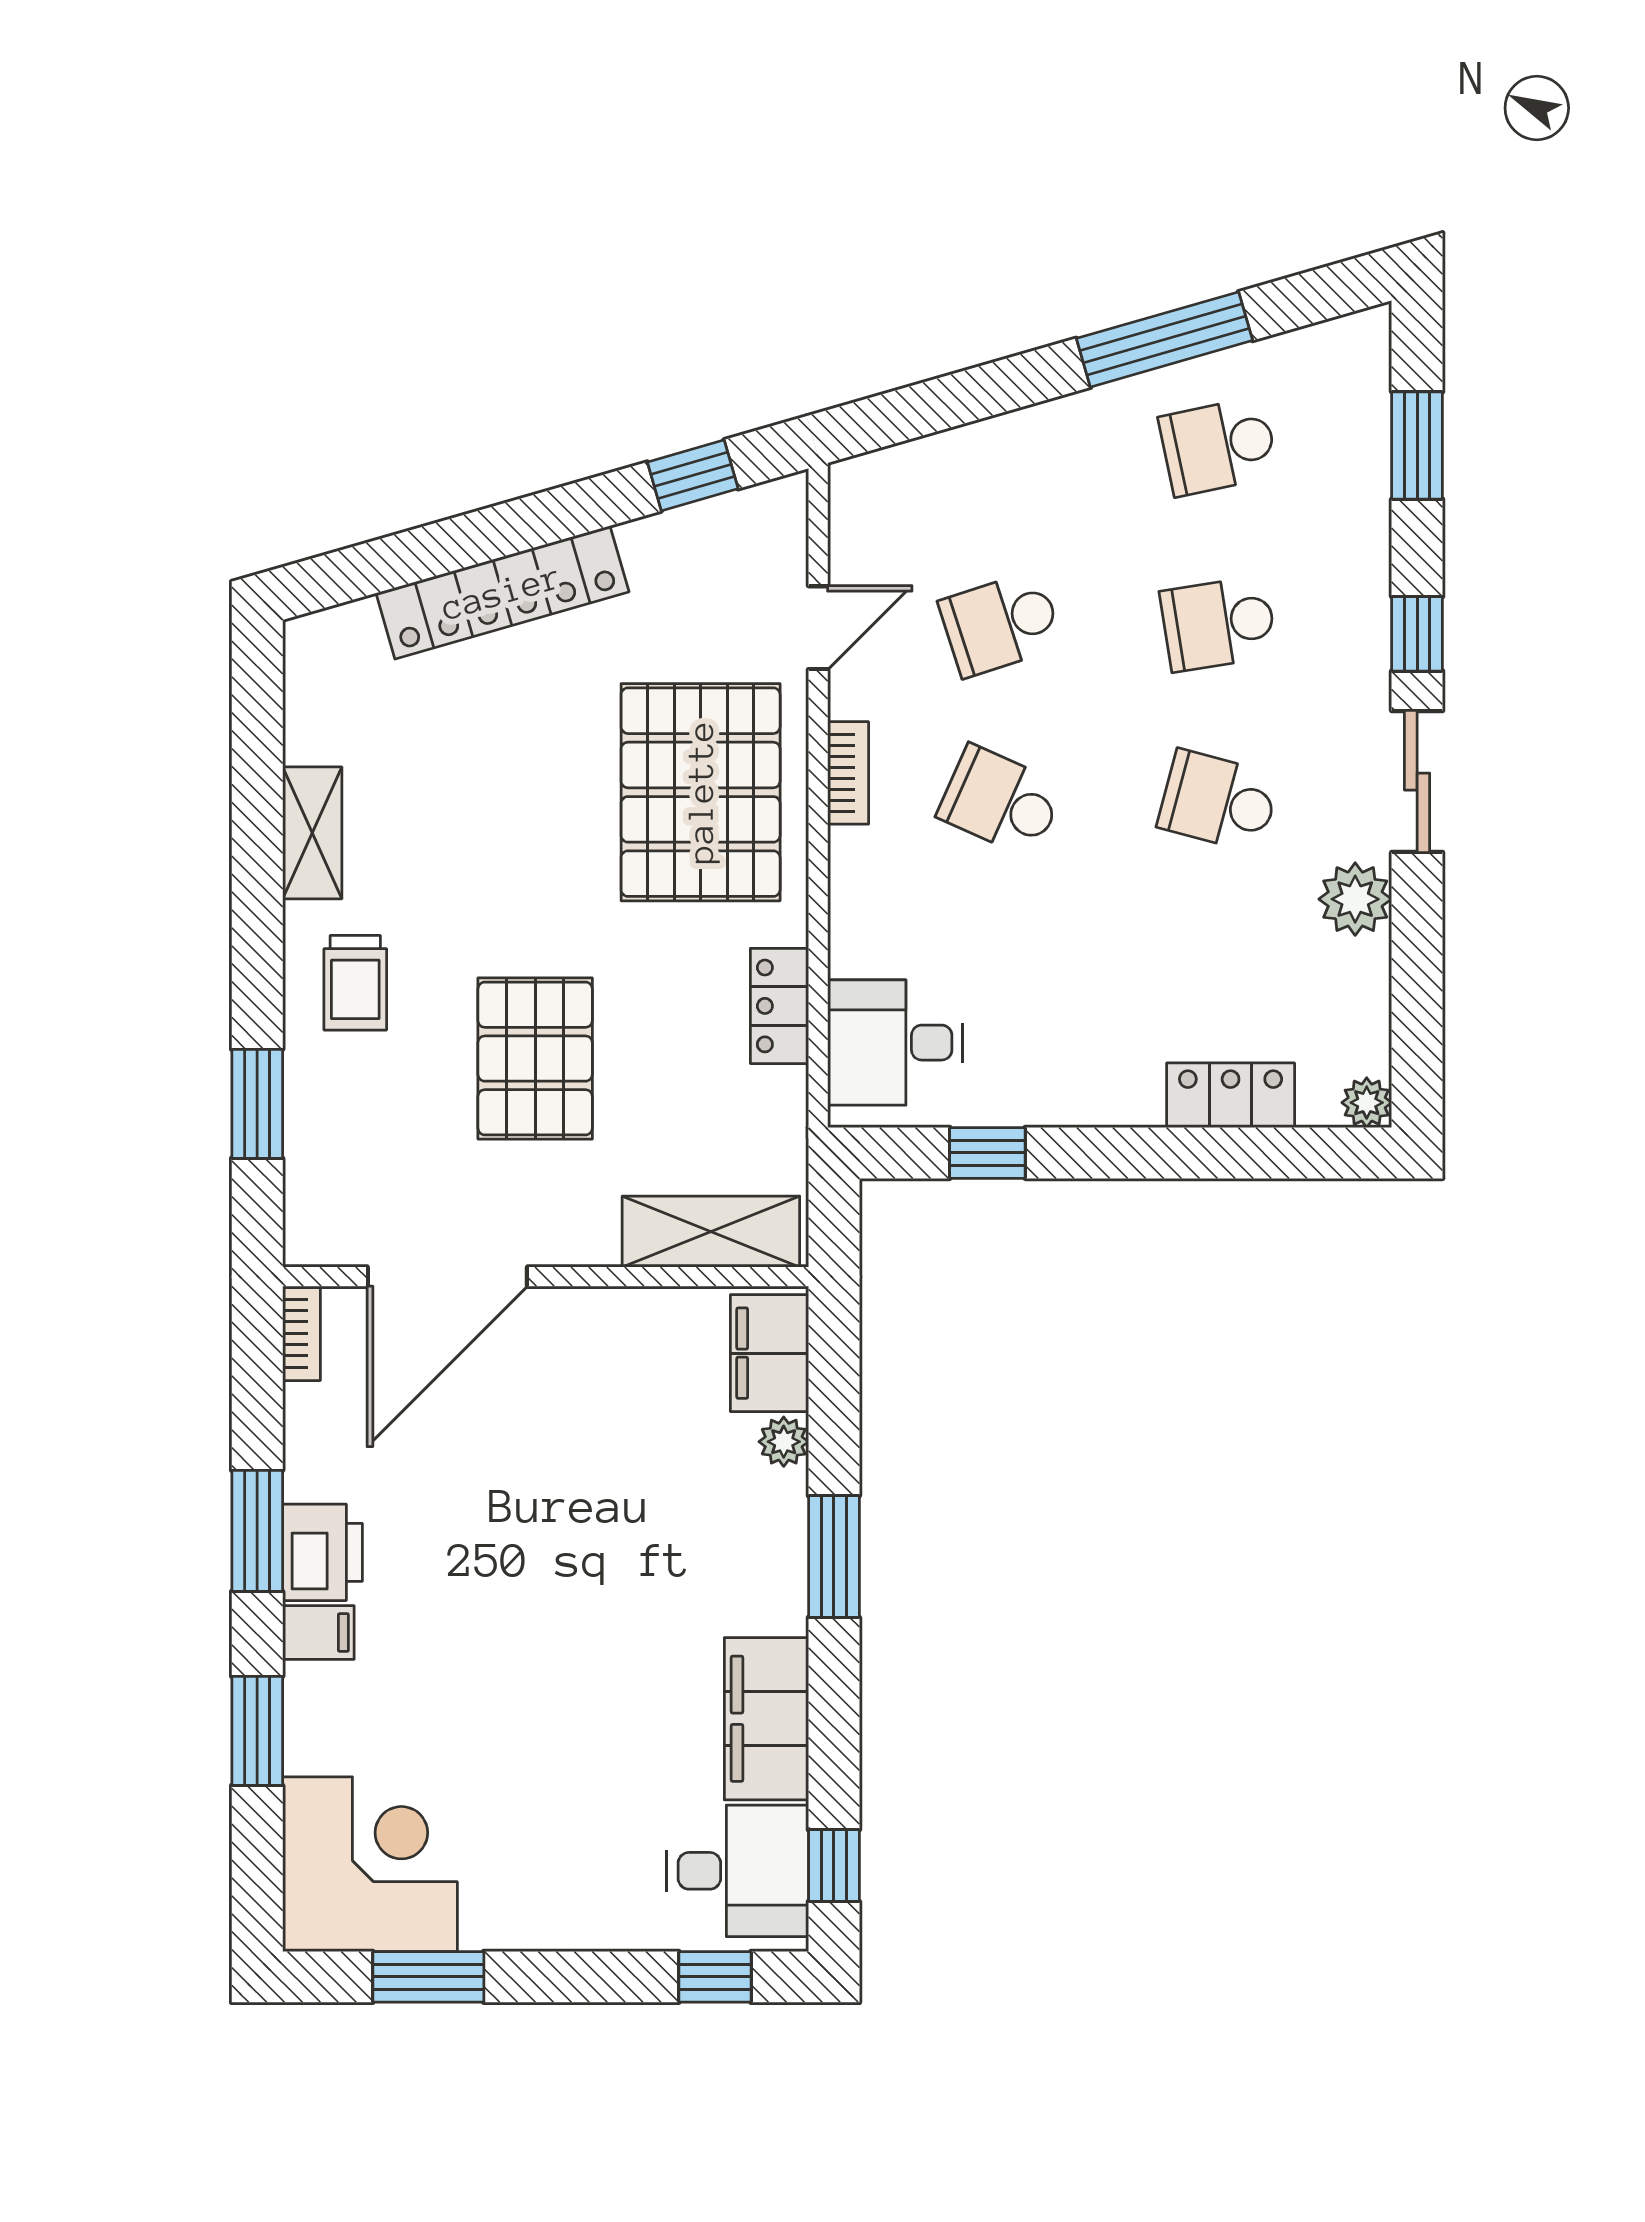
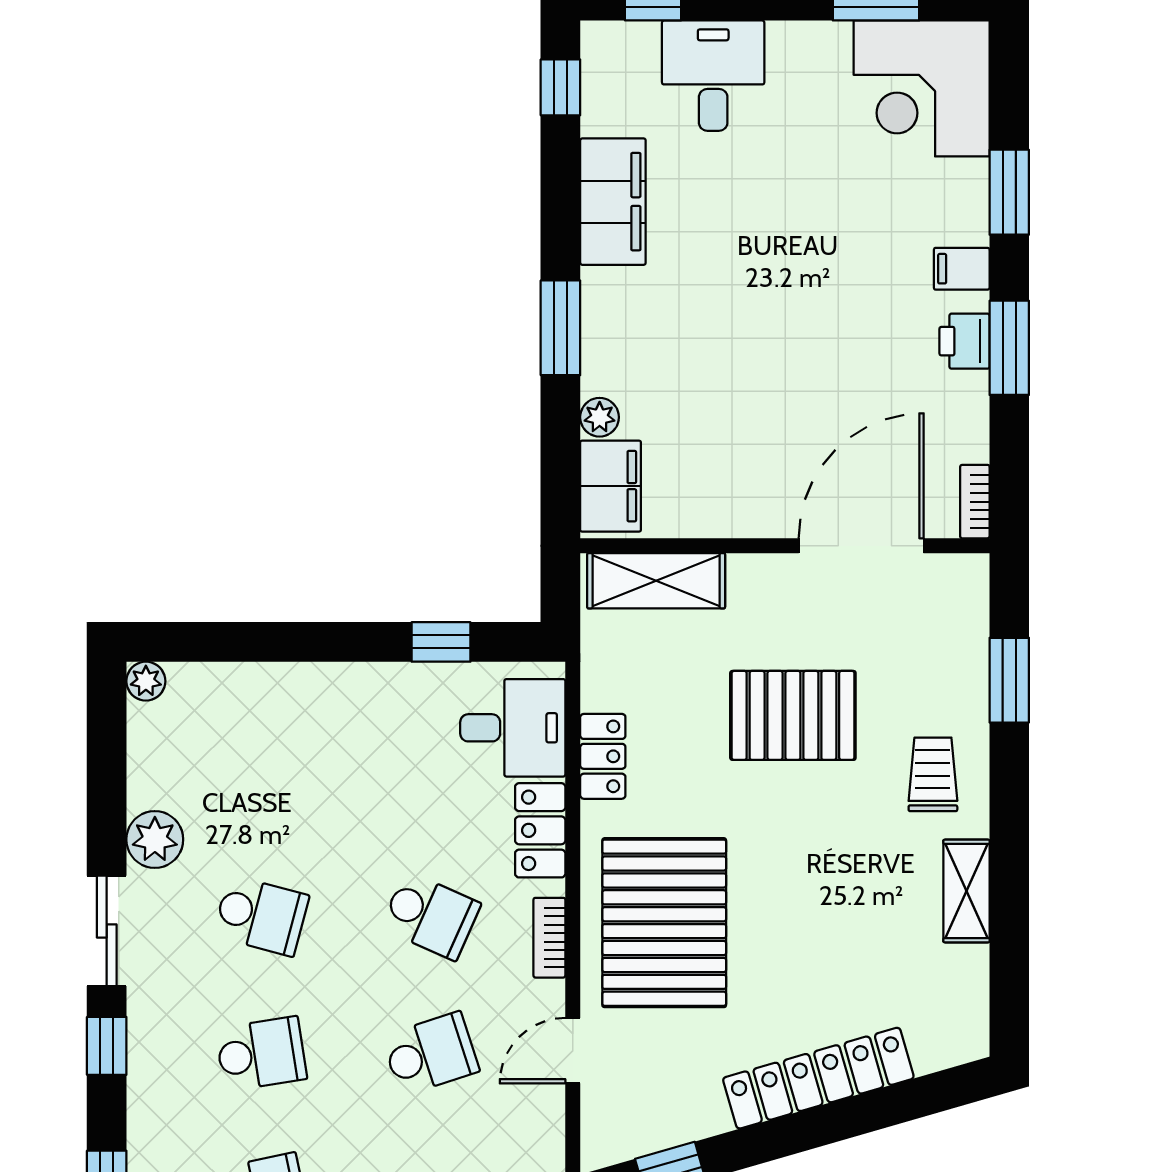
pallet: (535, 1059) -> (793, 715), turned 90
locker: (1231, 1095) -> (540, 830), moved, turned 90
printer: (322, 1552) -> (964, 341), width x0.73, depth x0.81
desk: (738, 1871) -> (713, 76), moved, turned 90

